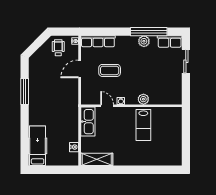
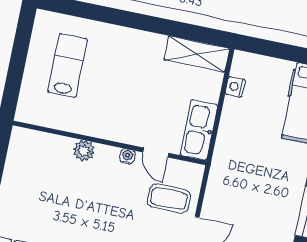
coffee table: (110, 70) -> (169, 199), moved
lab bench: (143, 125) -> (67, 65), moved

